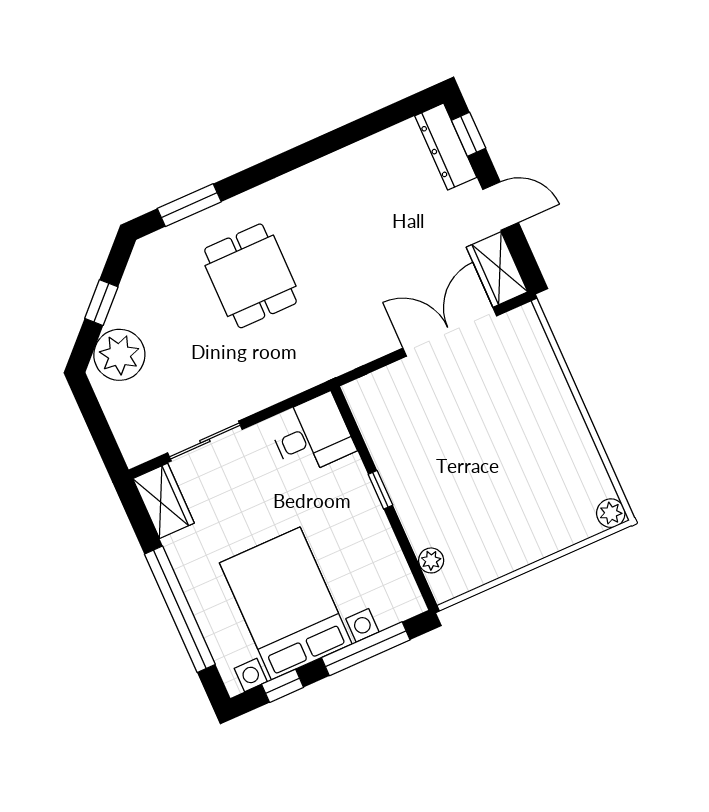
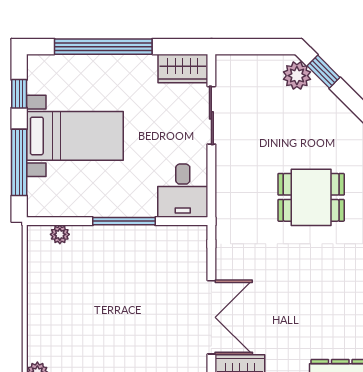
window: (101, 303) -> (324, 72), moved
plant: (119, 355) -> (297, 76), width x0.73, depth x0.73
window: (380, 490) -> (124, 221), width x2.17
bed with nightstands: (286, 603) -> (75, 136), width x0.73

